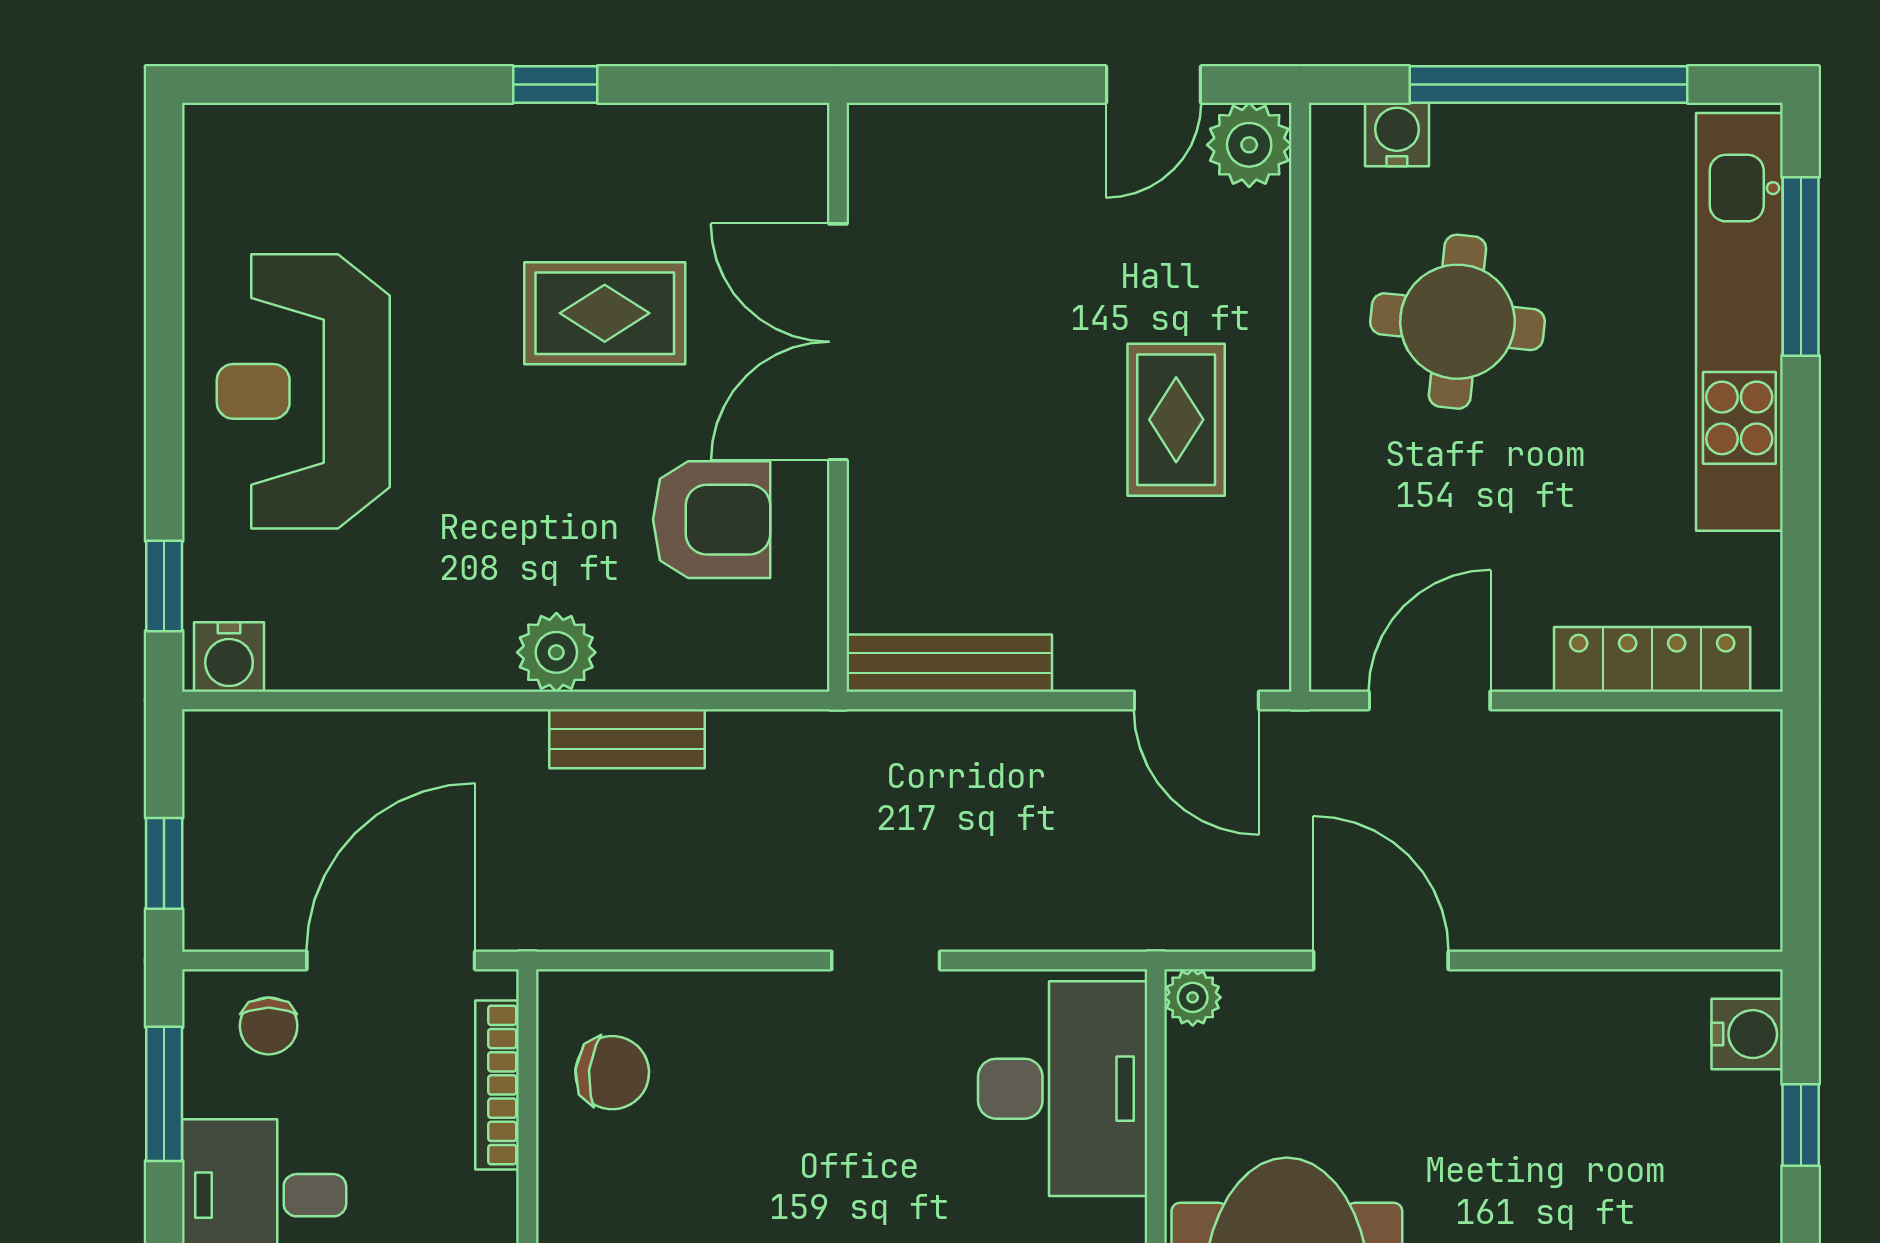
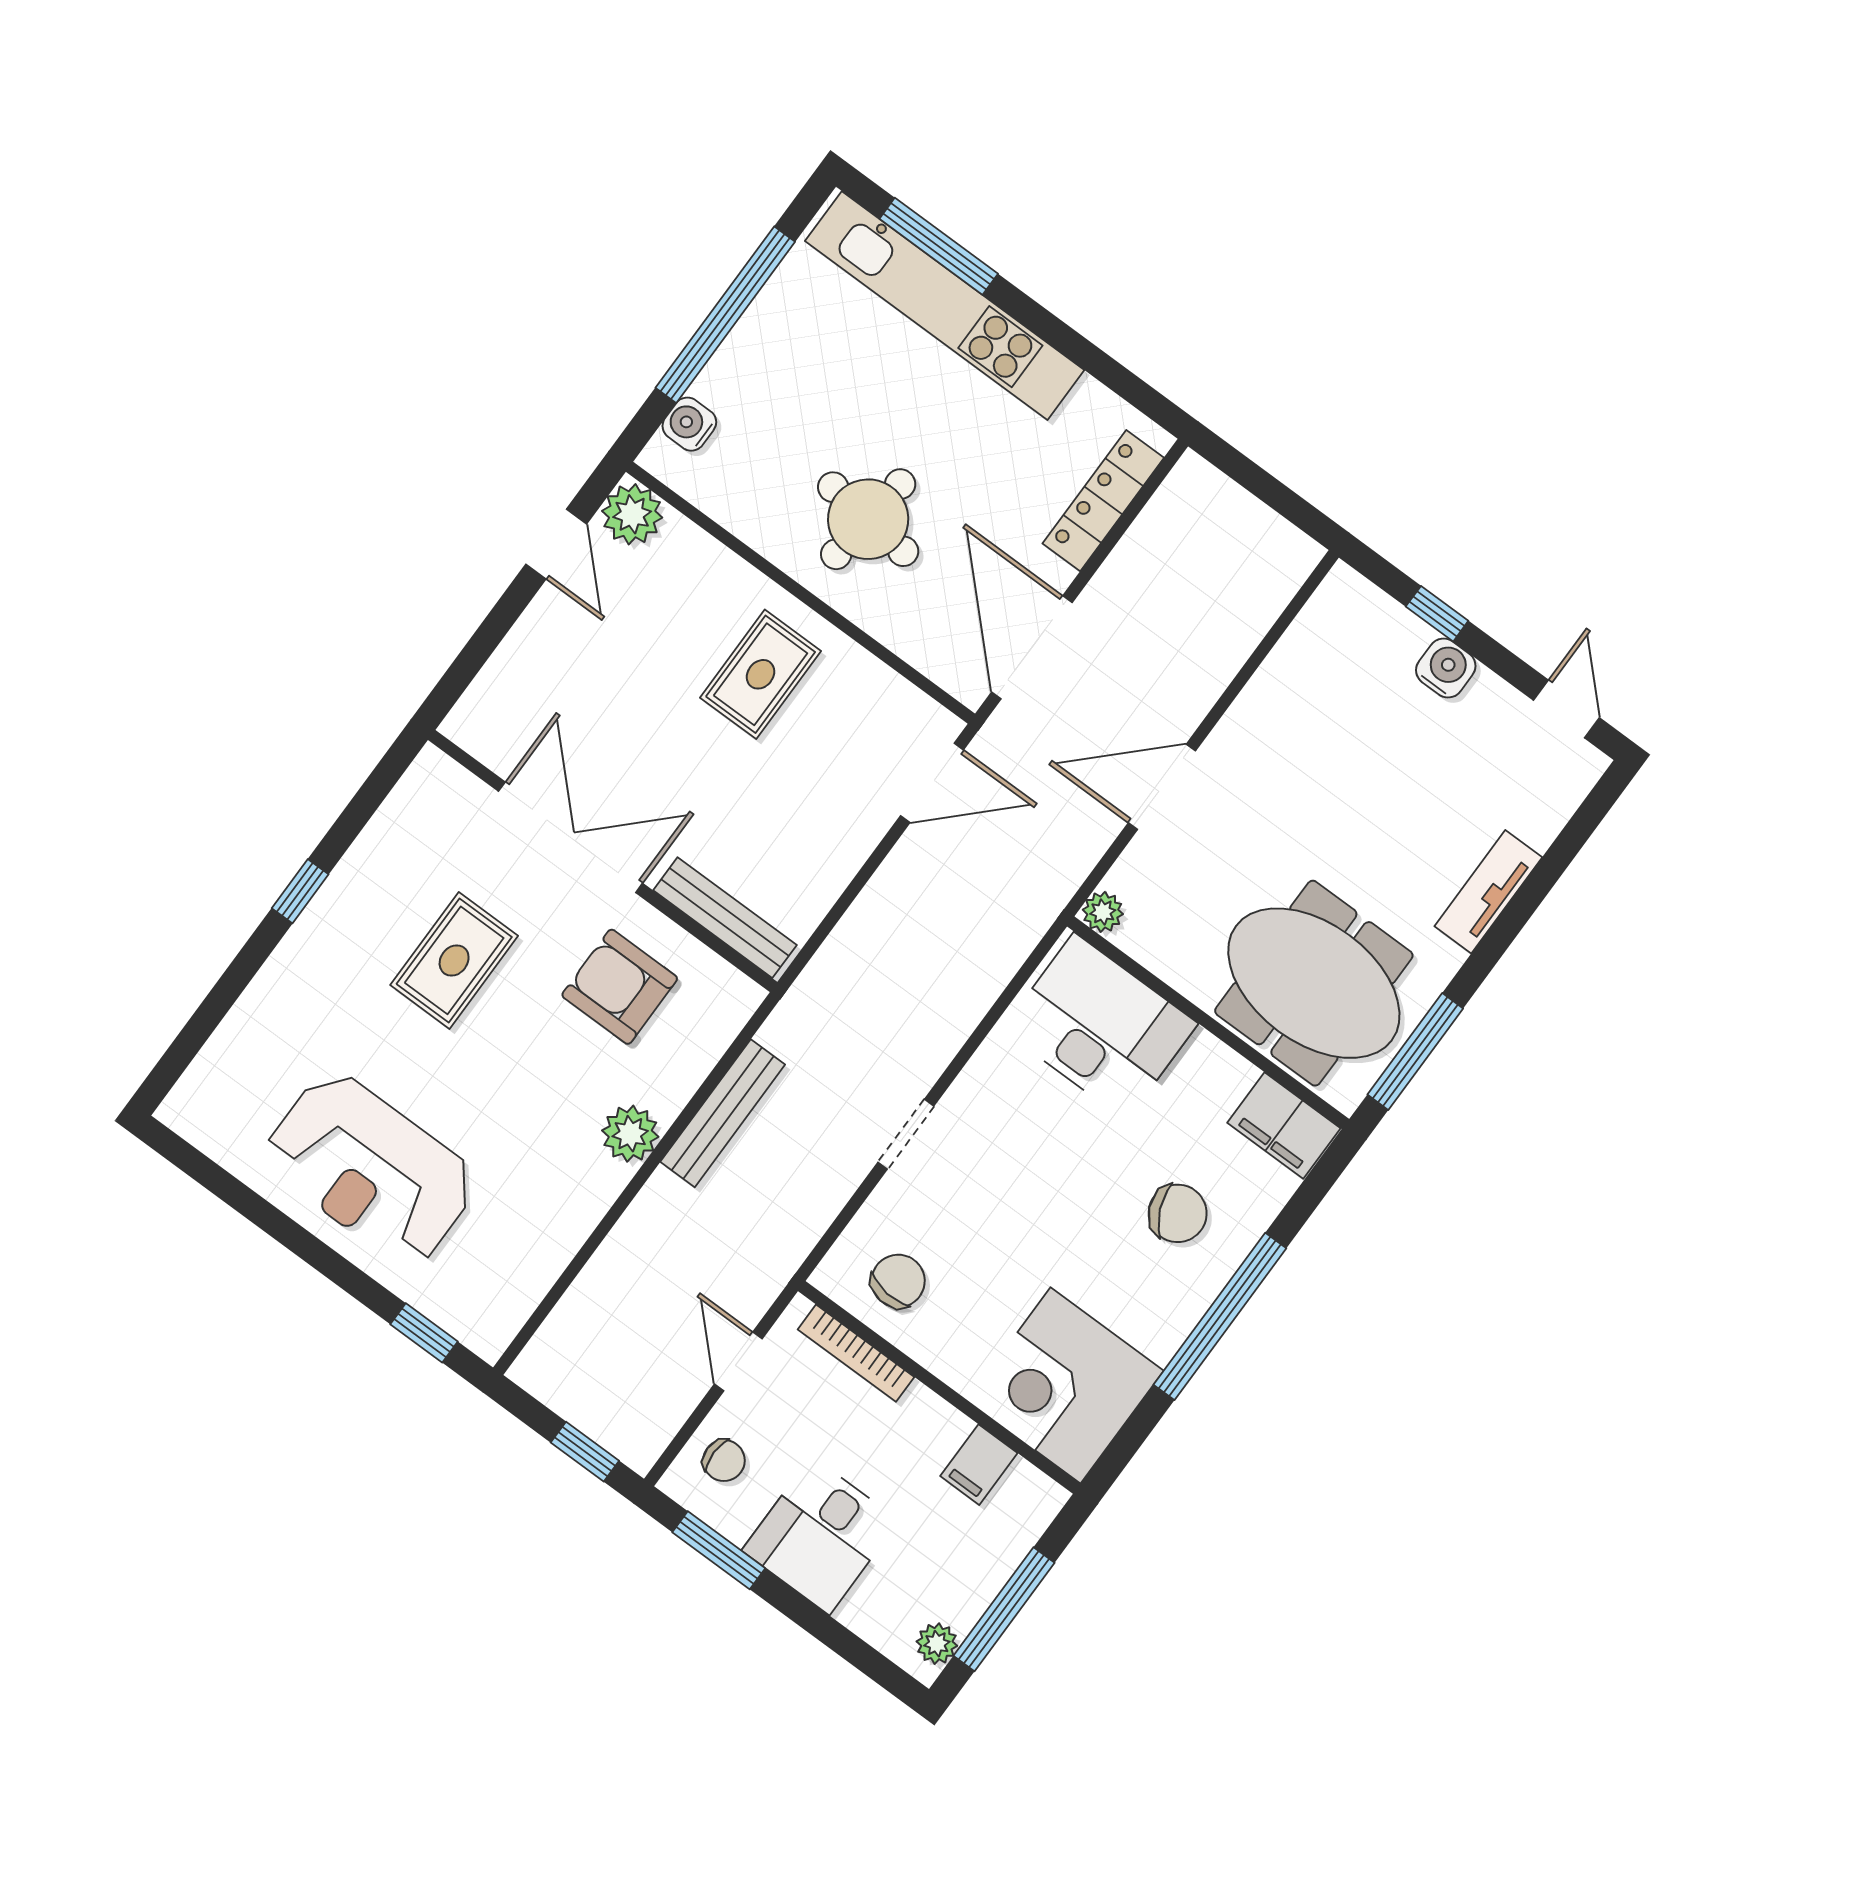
round table: (1457, 322) -> (868, 519), moved
double door: (838, 342) -> (571, 837), swing flipped
rug: (1176, 420) -> (760, 674), turned 90
armchair: (712, 520) -> (620, 987), turned -90
water cooler: (229, 657) -> (493, 1326), removed
bench: (949, 663) -> (725, 918), moved, turned 90
door: (1430, 700) -> (1032, 647), width x1.36
bench: (627, 739) -> (723, 1113), width x1.36
door: (391, 960) -> (738, 1362), width x0.53
doorway: (886, 960) -> (906, 1134), moved
water cooler: (1747, 1034) -> (1446, 668), moved

